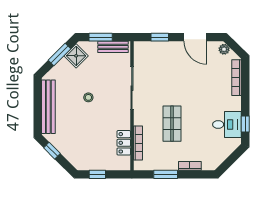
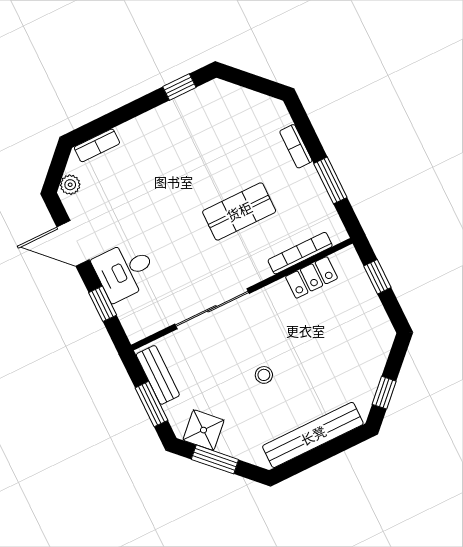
door: (195, 37) -> (73, 243), swing flipped
bookcase: (237, 78) -> (97, 145), width x0.64
desk: (227, 125) -> (125, 271), moved, turned -90
window: (97, 174) -> (377, 277), moved

